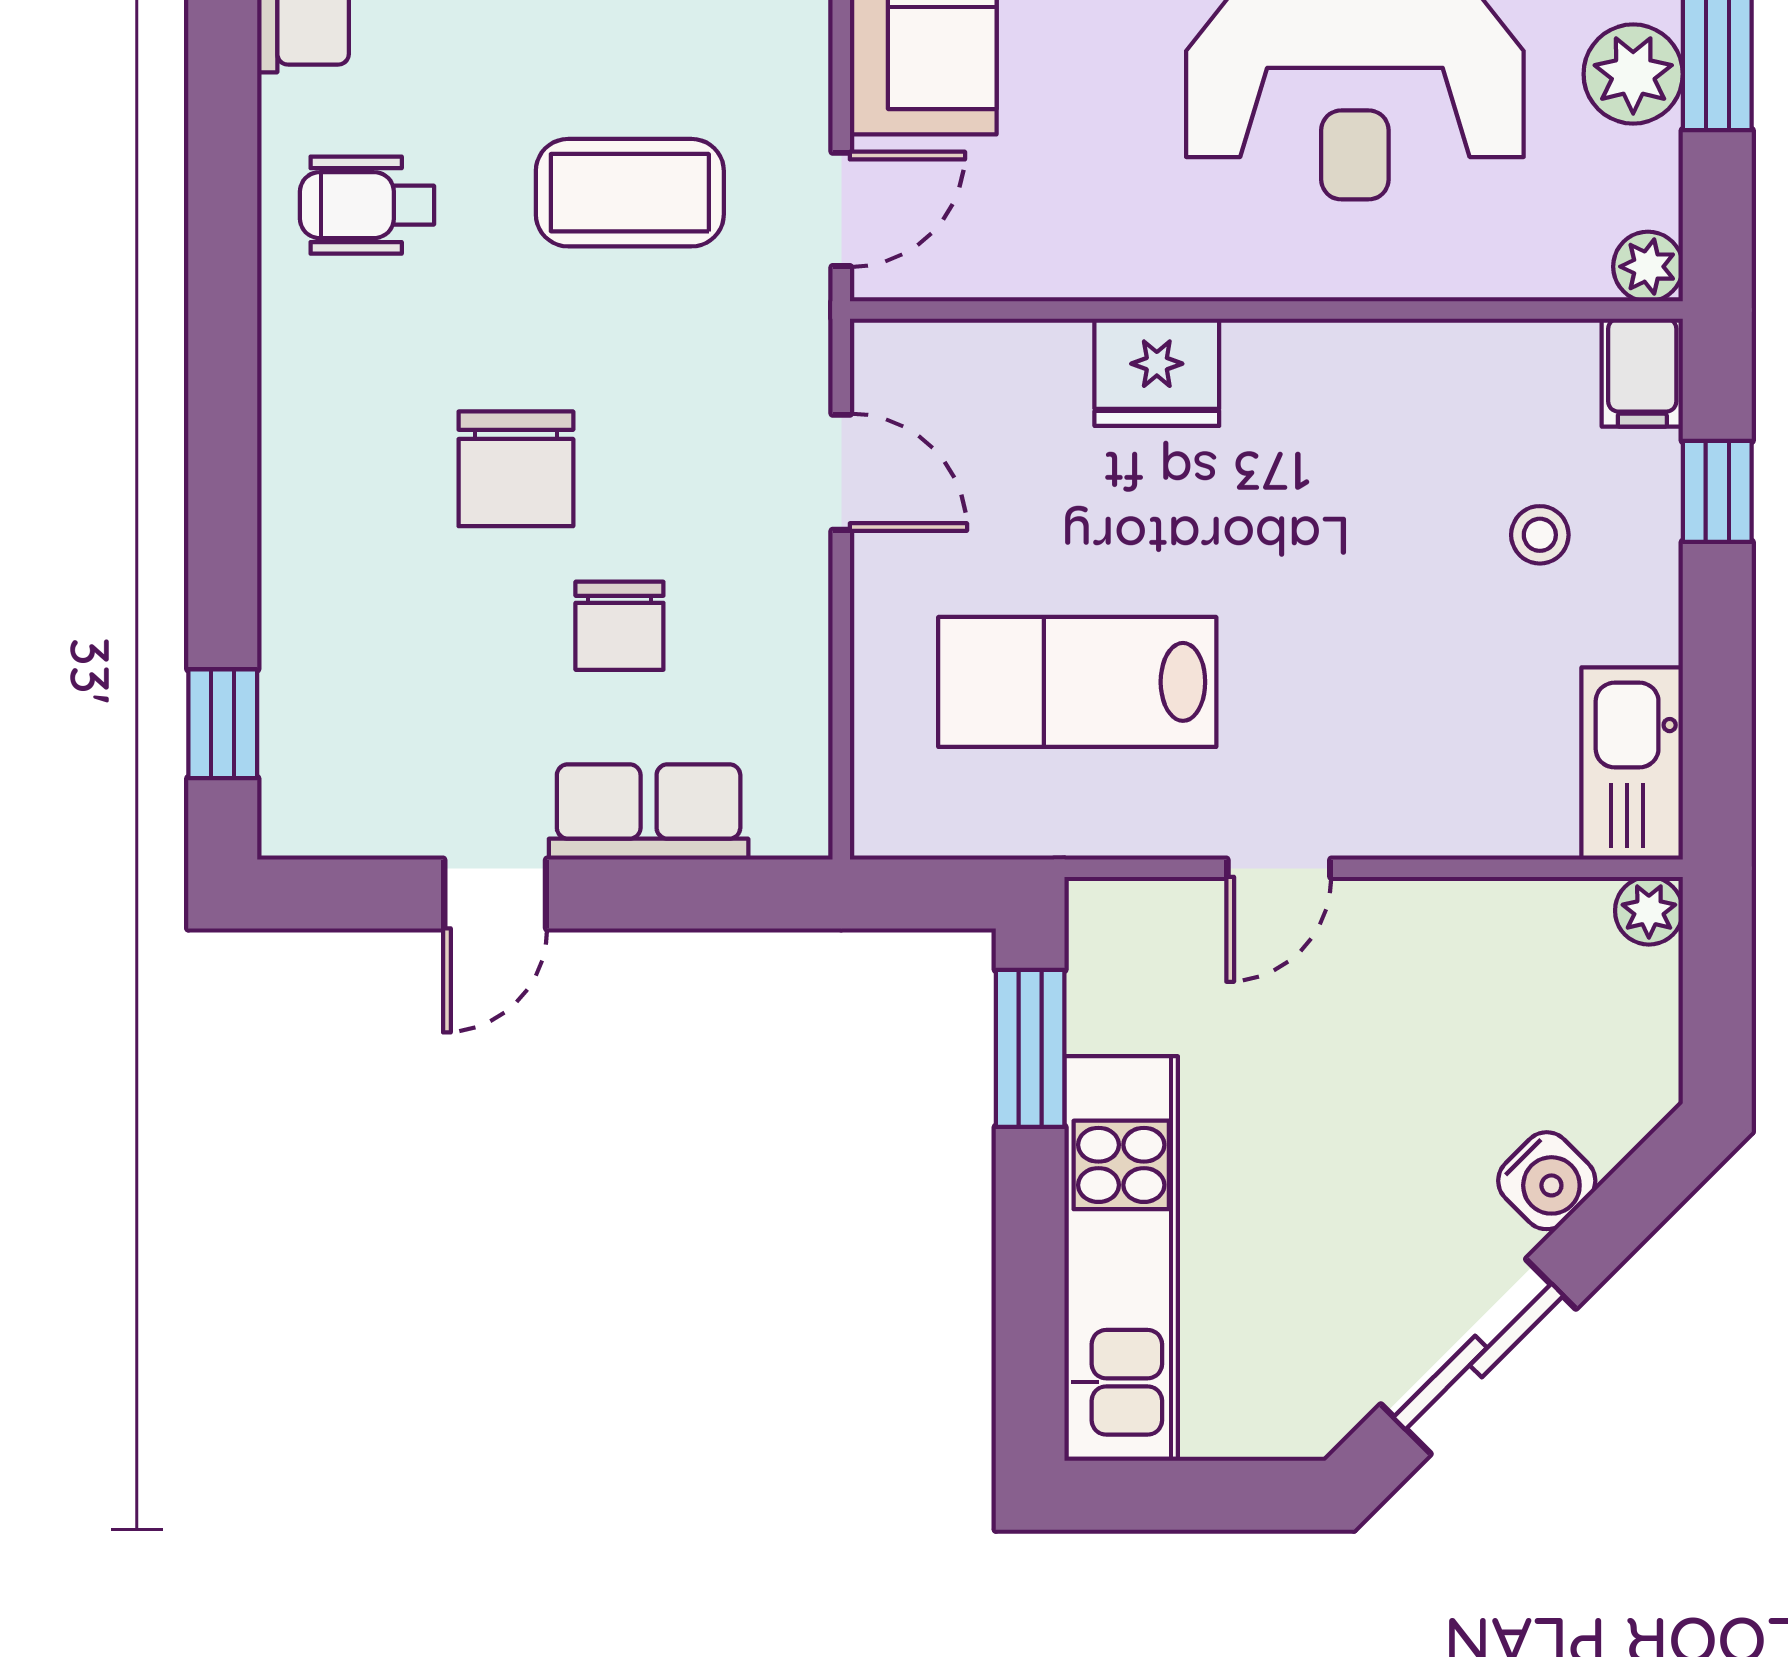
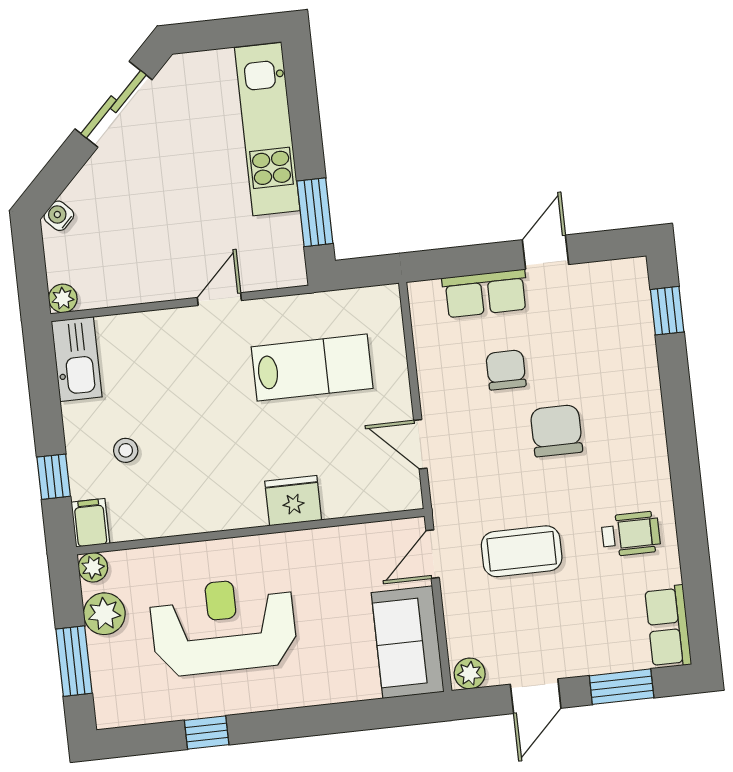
plant: (1633, 74) -> (104, 614), moved
water cooler: (1547, 1181) -> (59, 216), moved, width x0.72, depth x0.72

